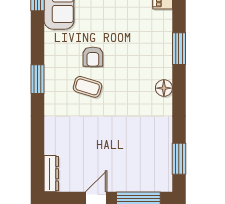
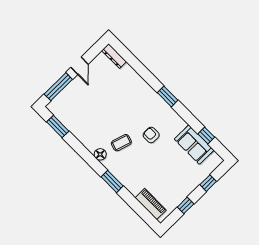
coffee table: (87, 87) -> (121, 143), moved

